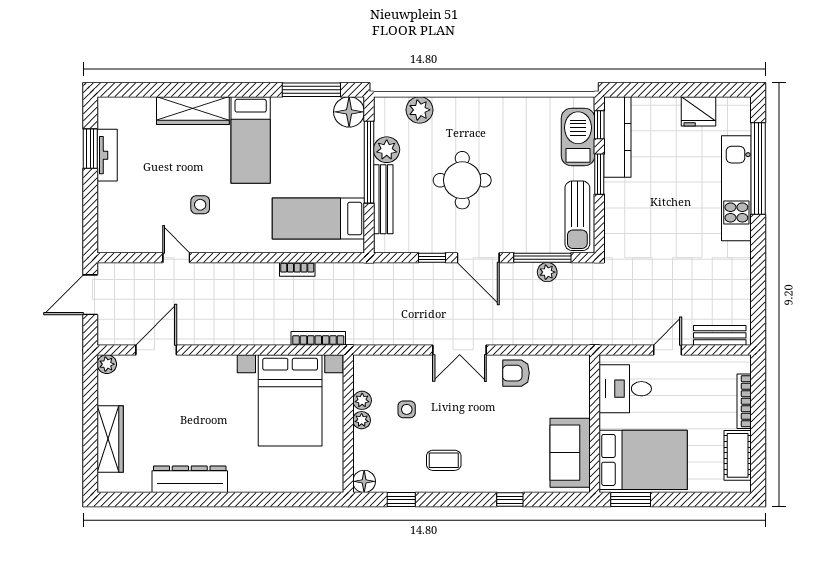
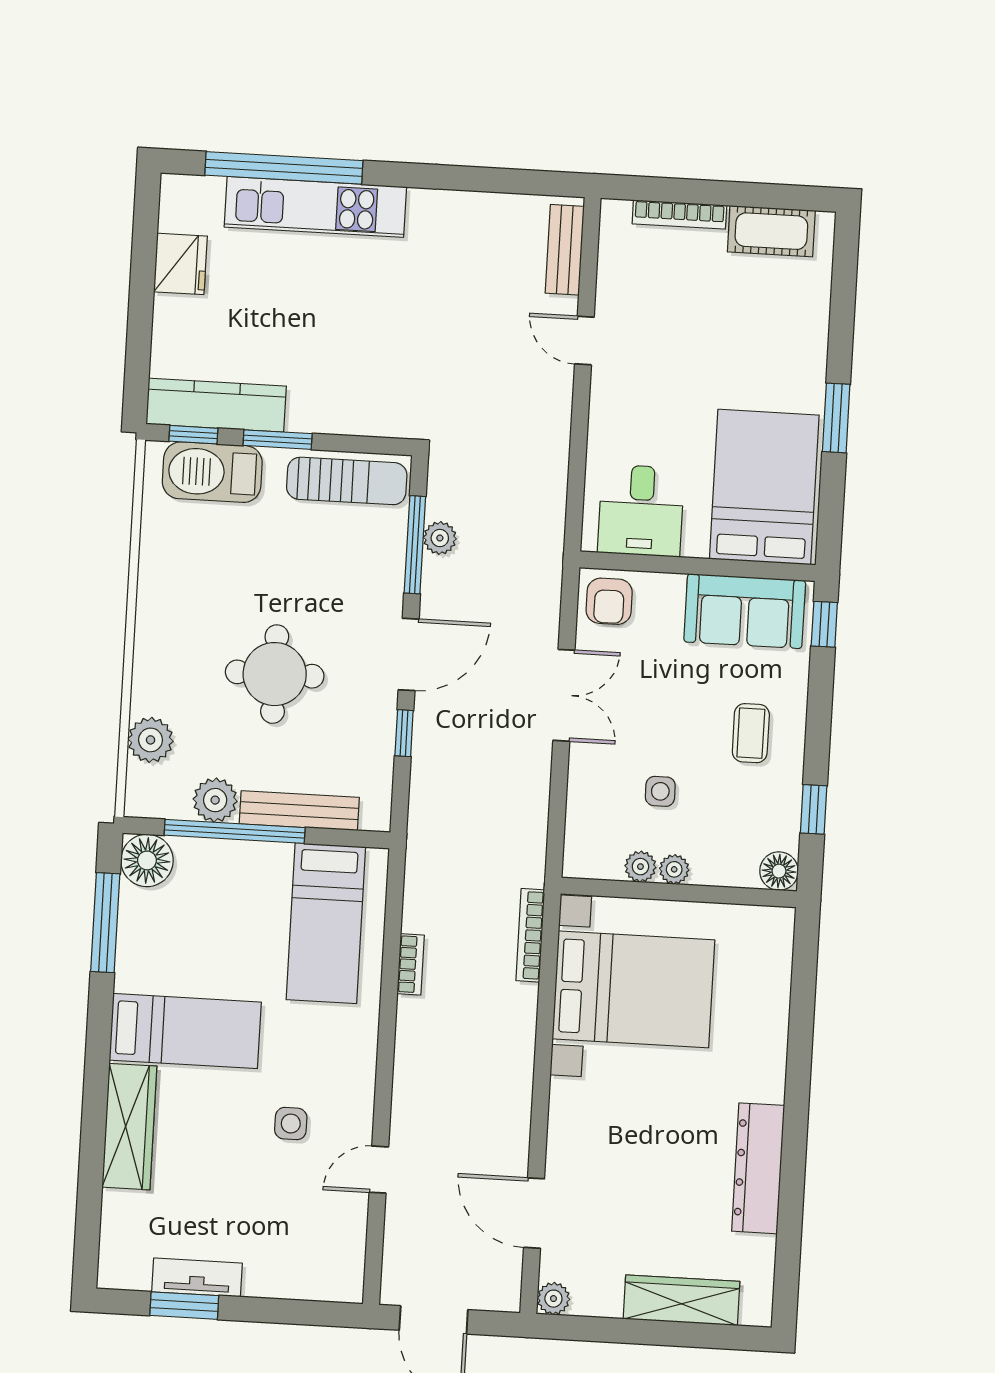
desk: (625, 389) -> (641, 511), moved
wall: (595, 424) -> (698, 566), moved
sofa: (570, 453) -> (745, 611), moved
bed: (643, 460) -> (764, 487), moved

